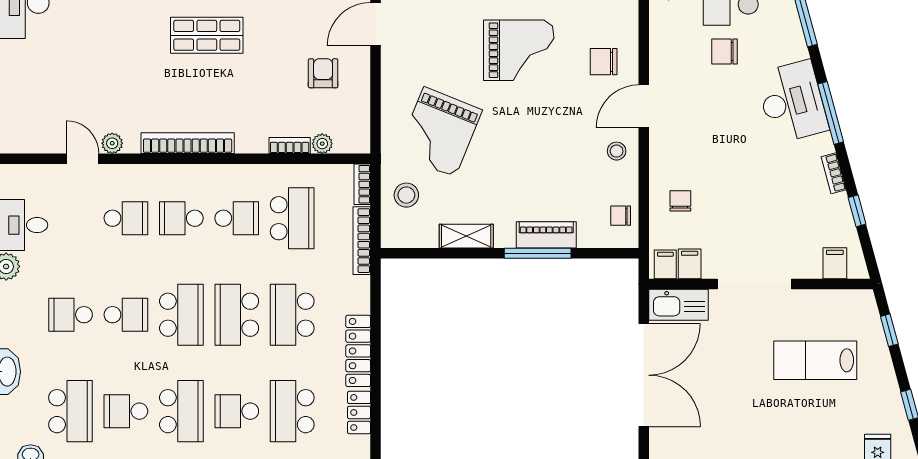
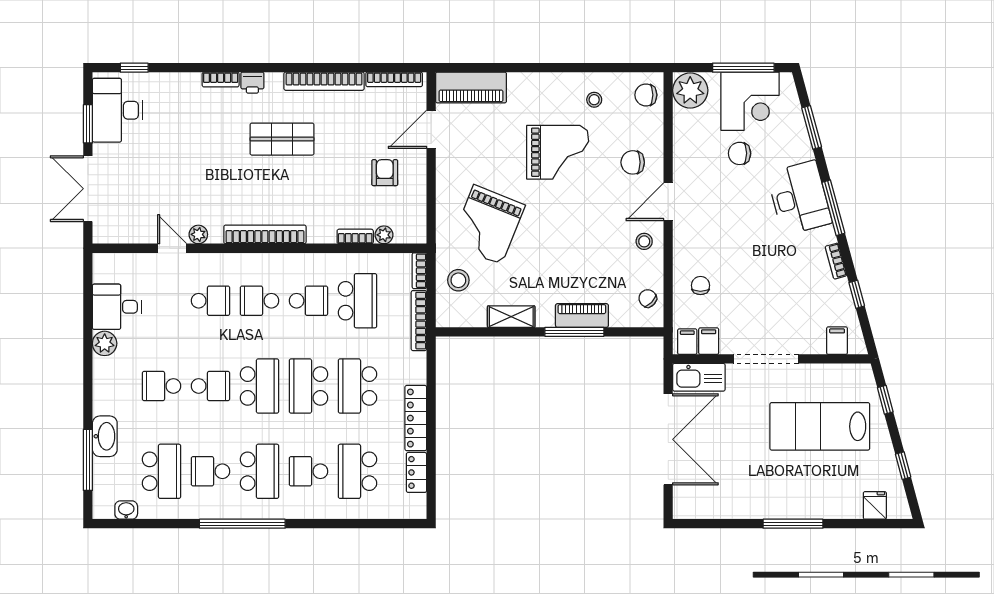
chair: (621, 216) -> (648, 298), turned 44
lab bench: (815, 360) -> (820, 426), width x1.36, depth x1.39

